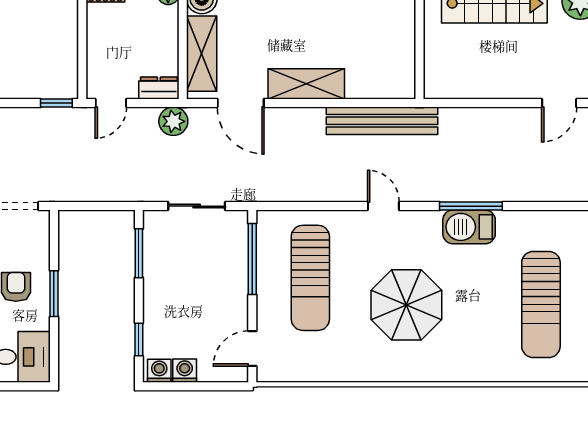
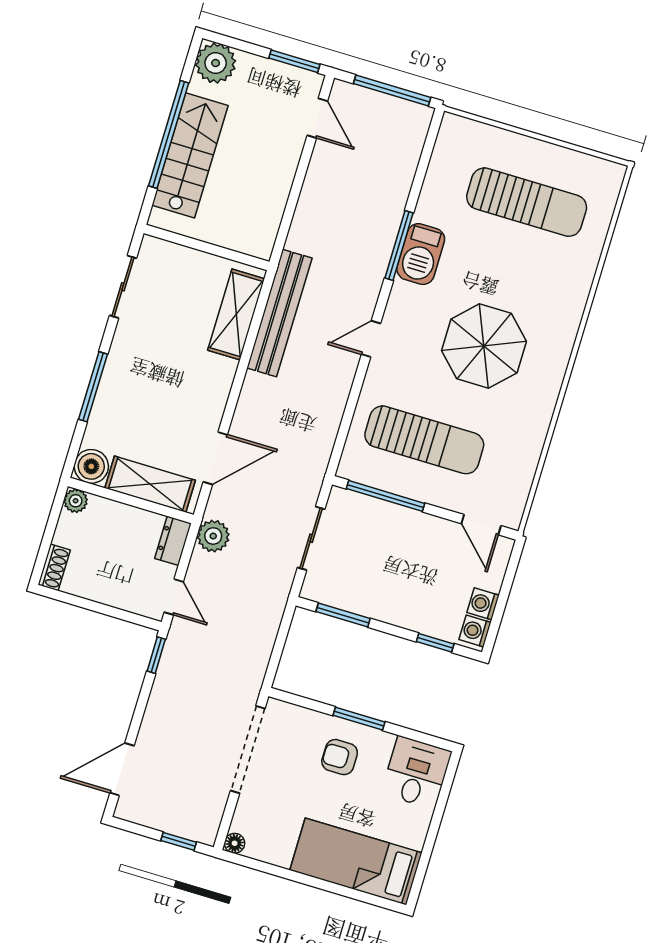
shelving: (306, 84) -> (236, 314), moved

